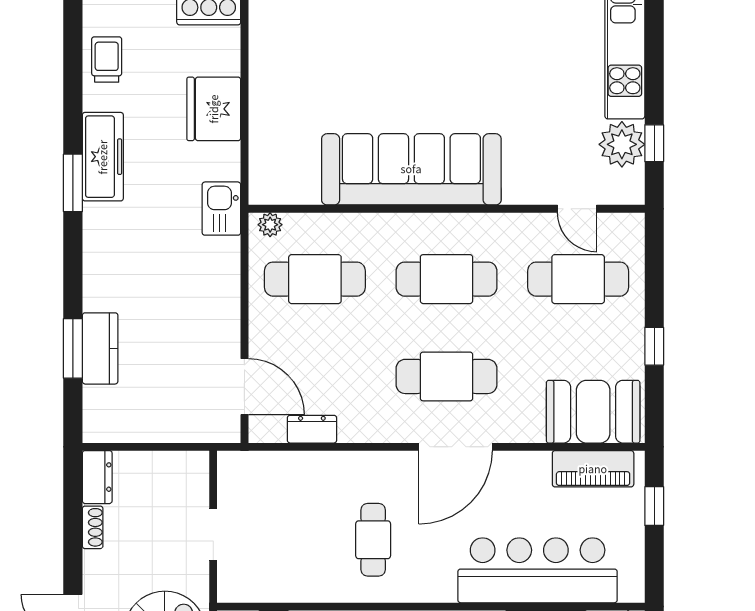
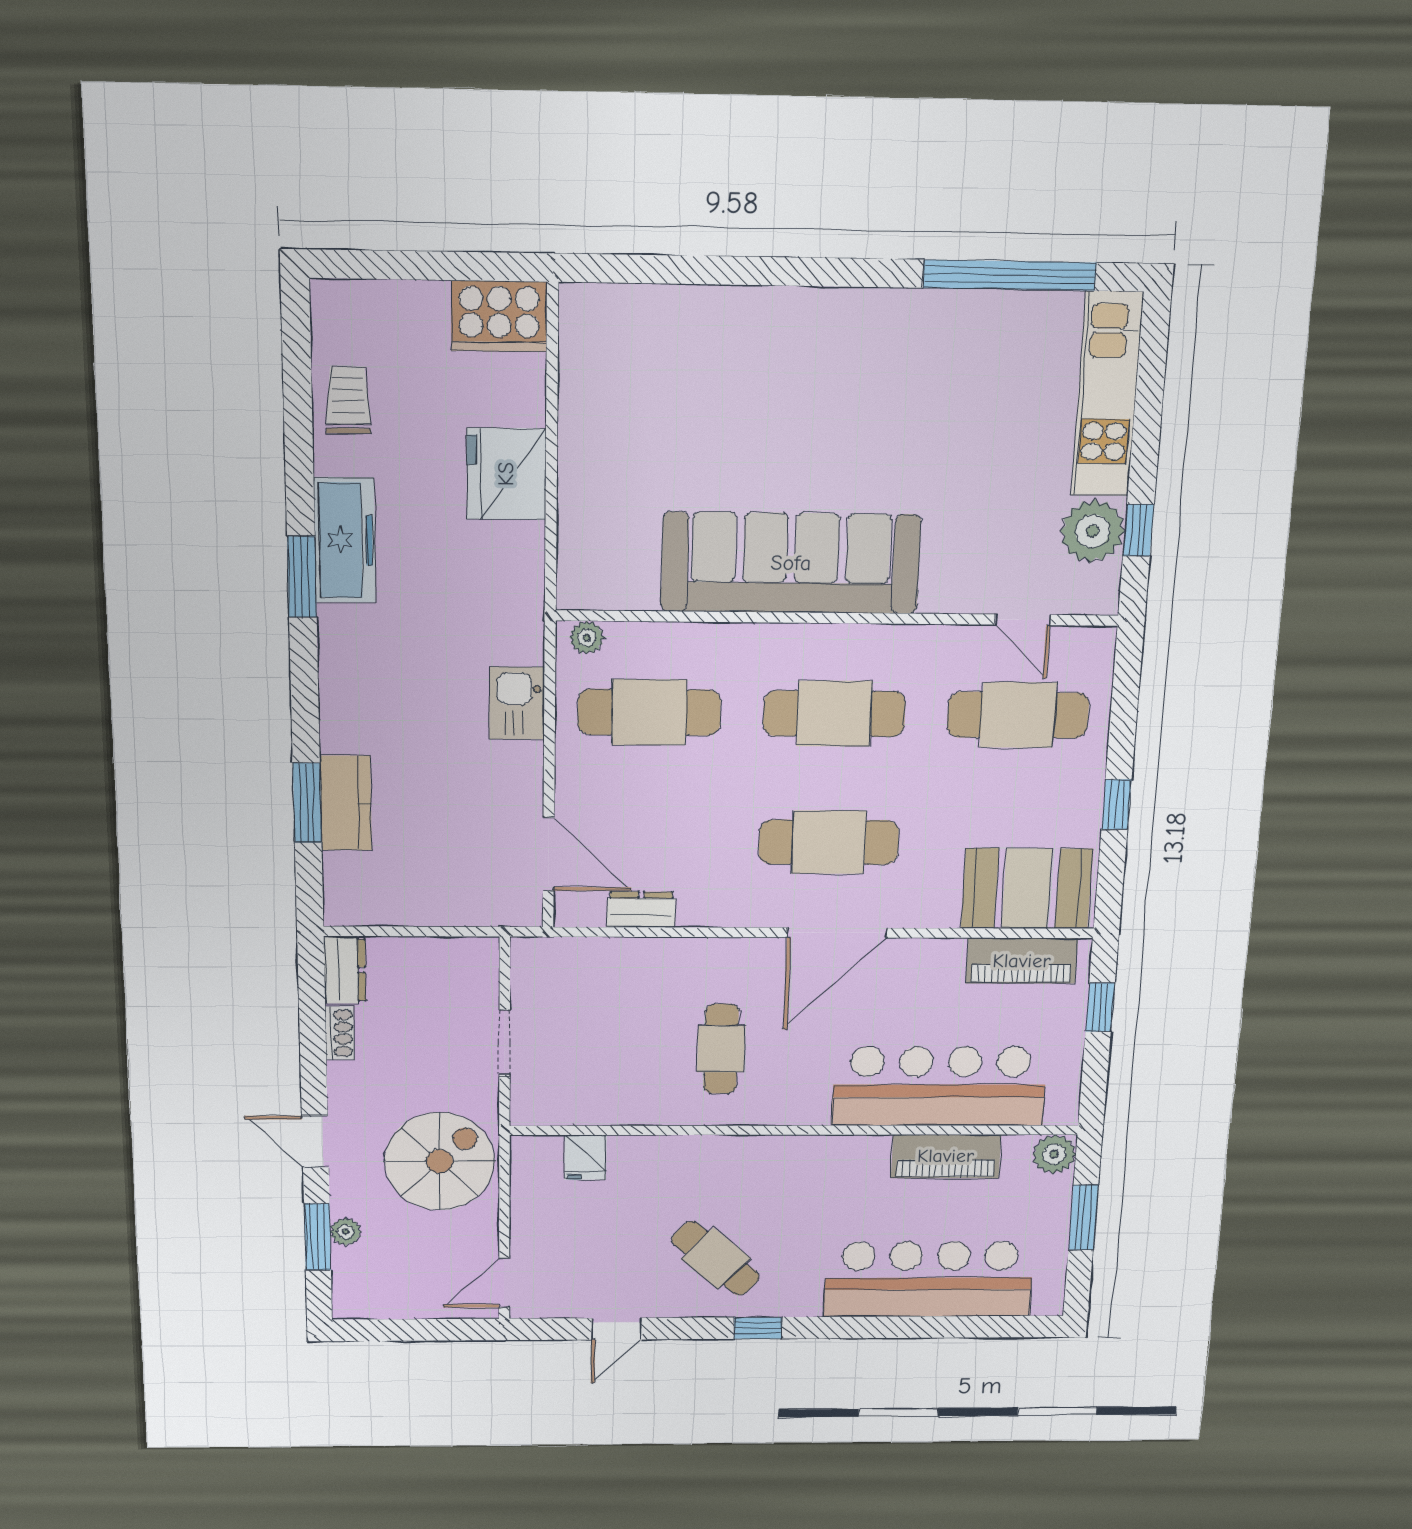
kitchen sink: (221, 209) -> (517, 703), moved

